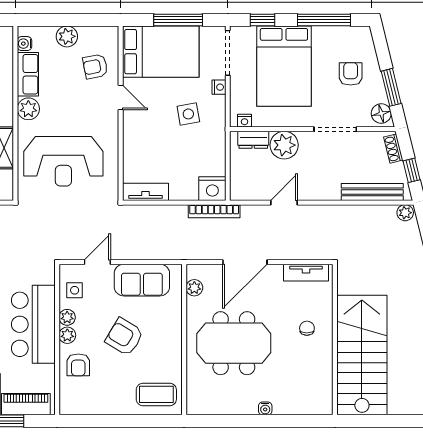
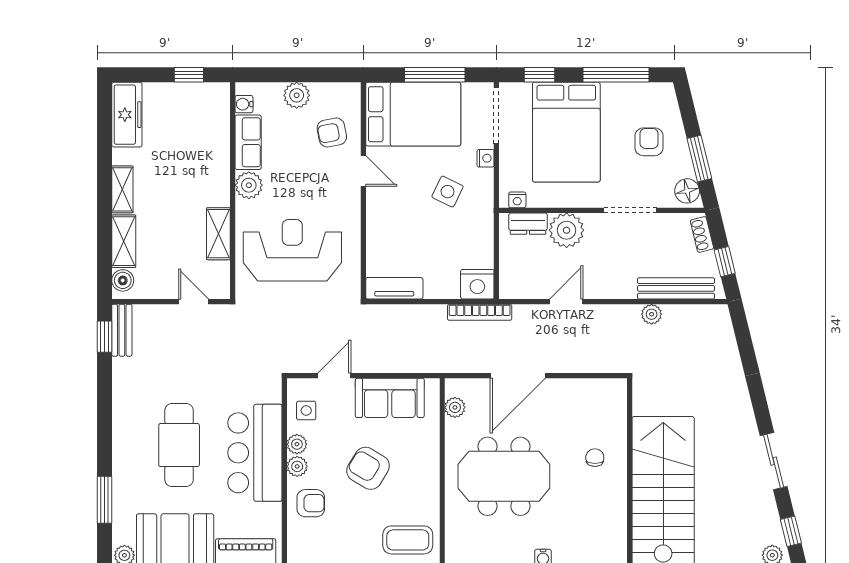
side table: (188, 114) -> (447, 192), turned 36
reception desk: (63, 161) -> (292, 250), turned 180
plant: (405, 213) -> (652, 314), moved
tv unit: (306, 273) -> (594, 389), removed
armchair: (78, 365) -> (311, 503), turned -90

